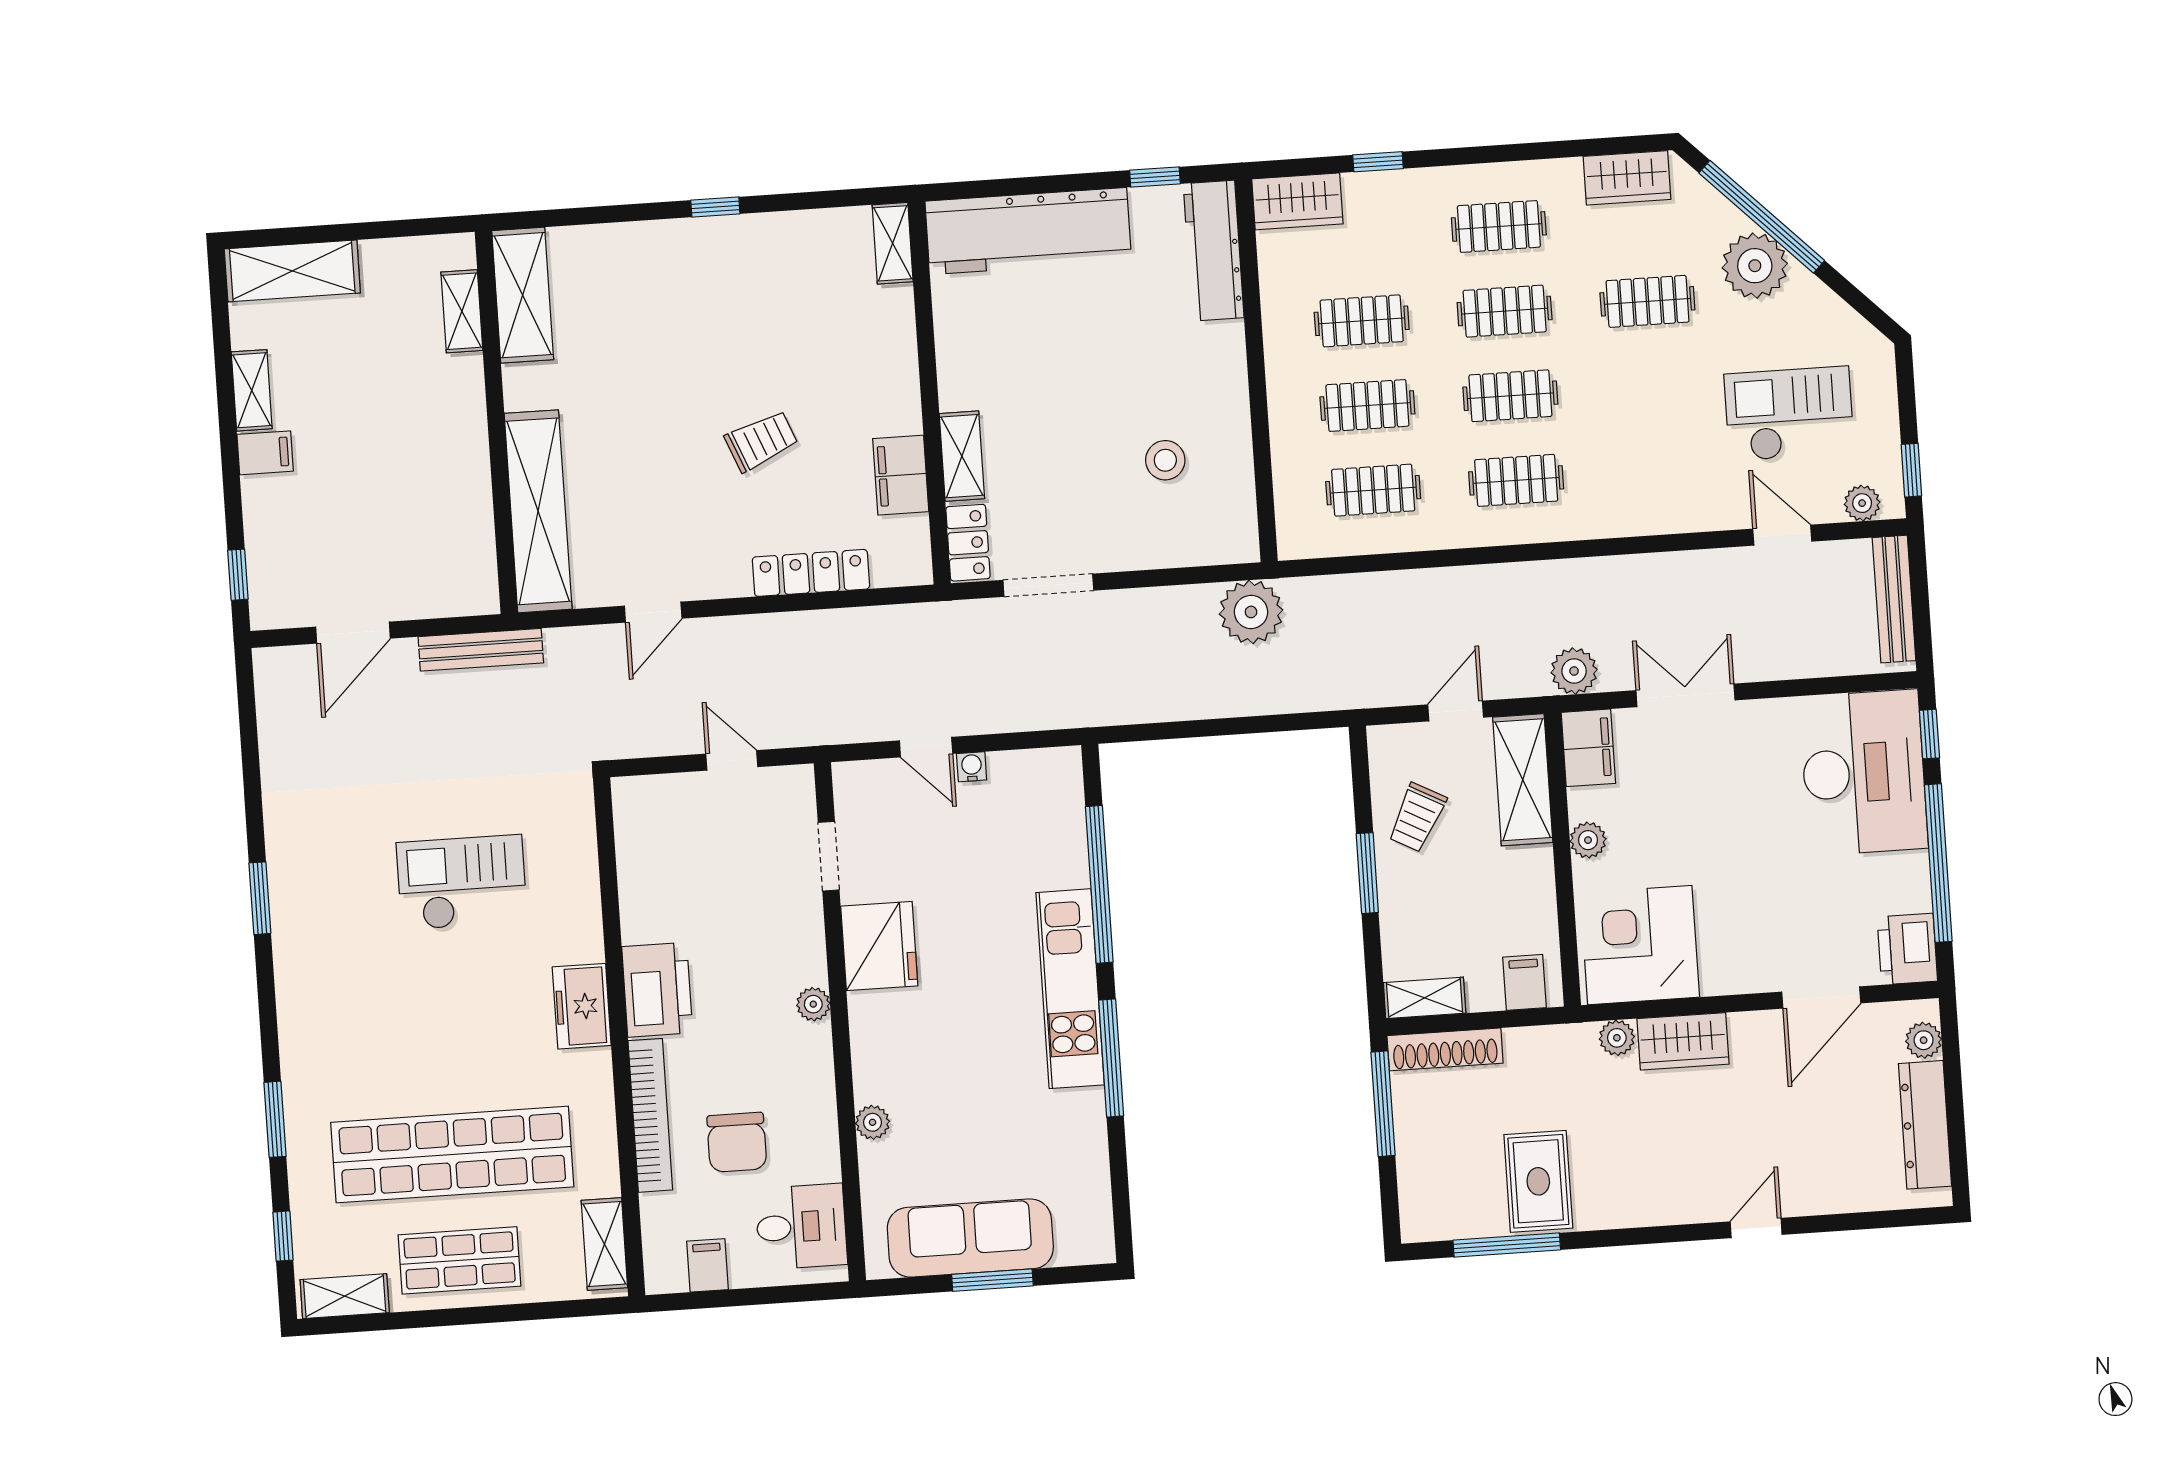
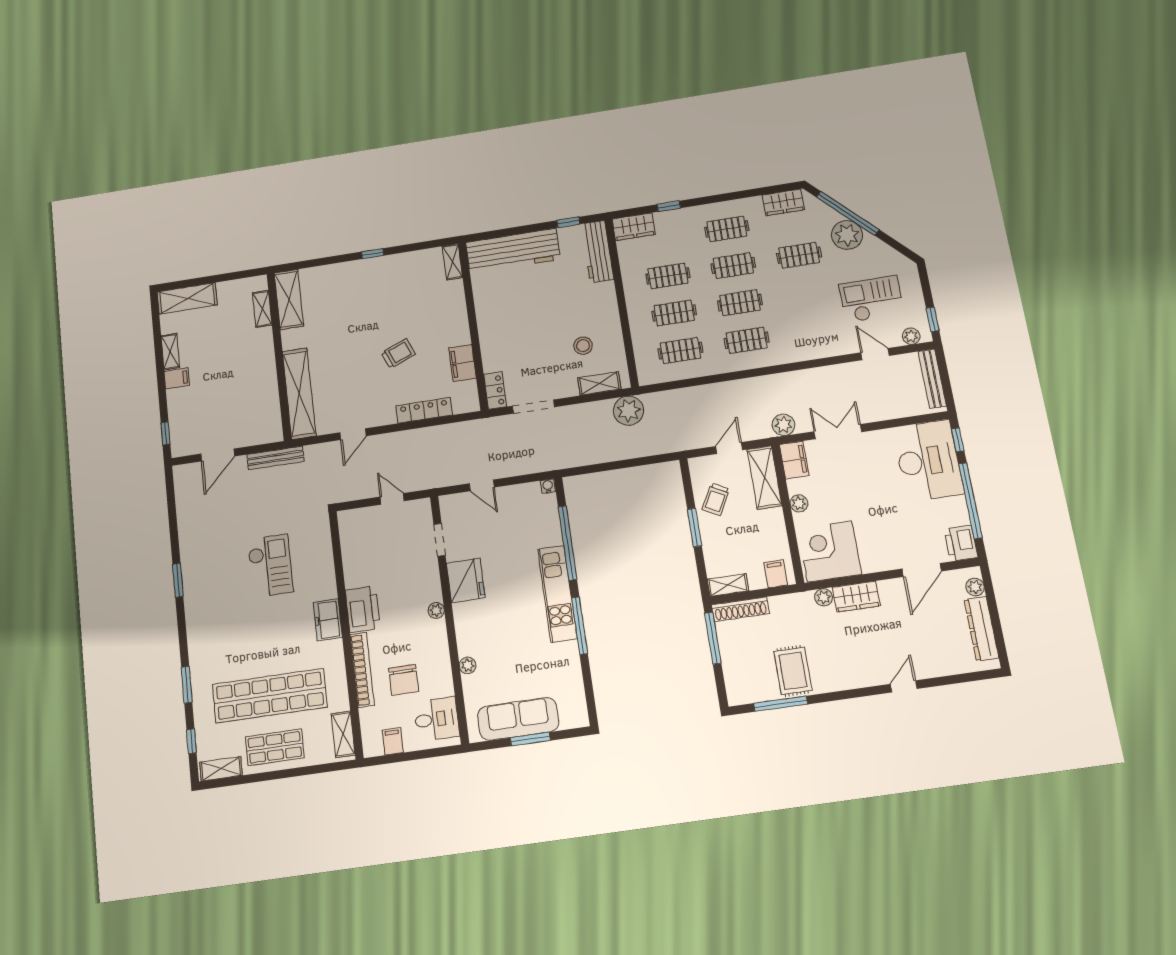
shelving: (962, 456) -> (599, 383), moved, turned 90
water cooler: (972, 767) -> (548, 486), moved
checkout: (462, 882) -> (270, 566), turned 90

